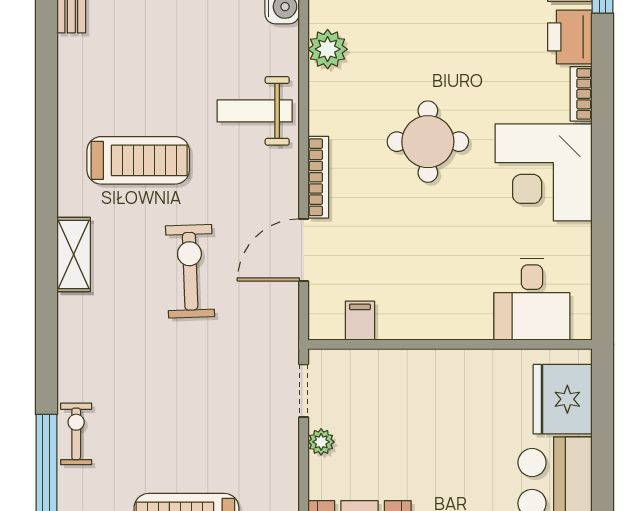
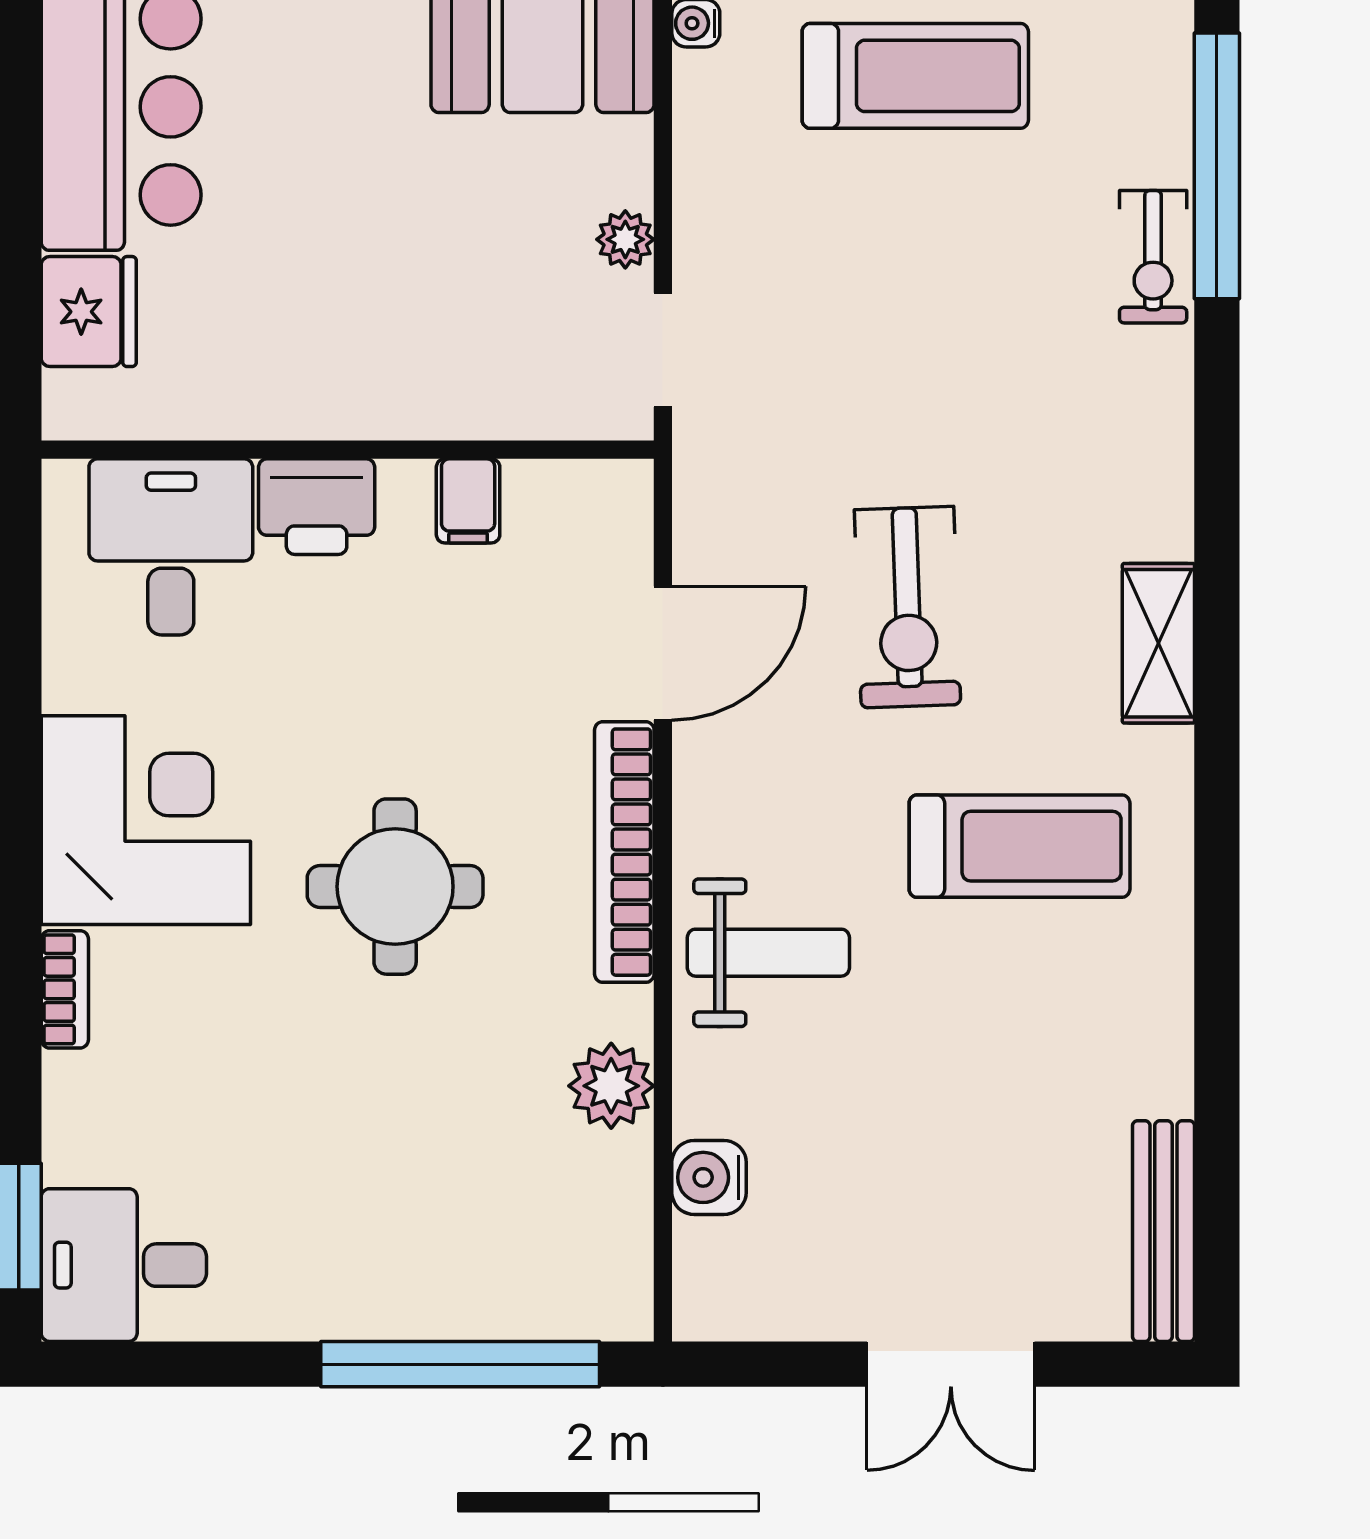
printer: (570, 37) -> (317, 507), moved, turned 90
treadmill: (138, 160) -> (1020, 846), turned 180
bookcase: (318, 177) -> (624, 852), width x1.48, depth x1.31
filing cabinet: (360, 321) -> (468, 501), moved
fridge: (563, 399) -> (89, 312), width x0.73, depth x0.75

